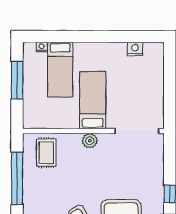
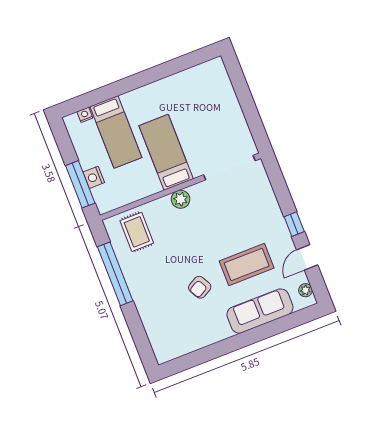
nightstand: (135, 49) -> (94, 177), moved, turned -90
window: (17, 80) -> (80, 184), moved

